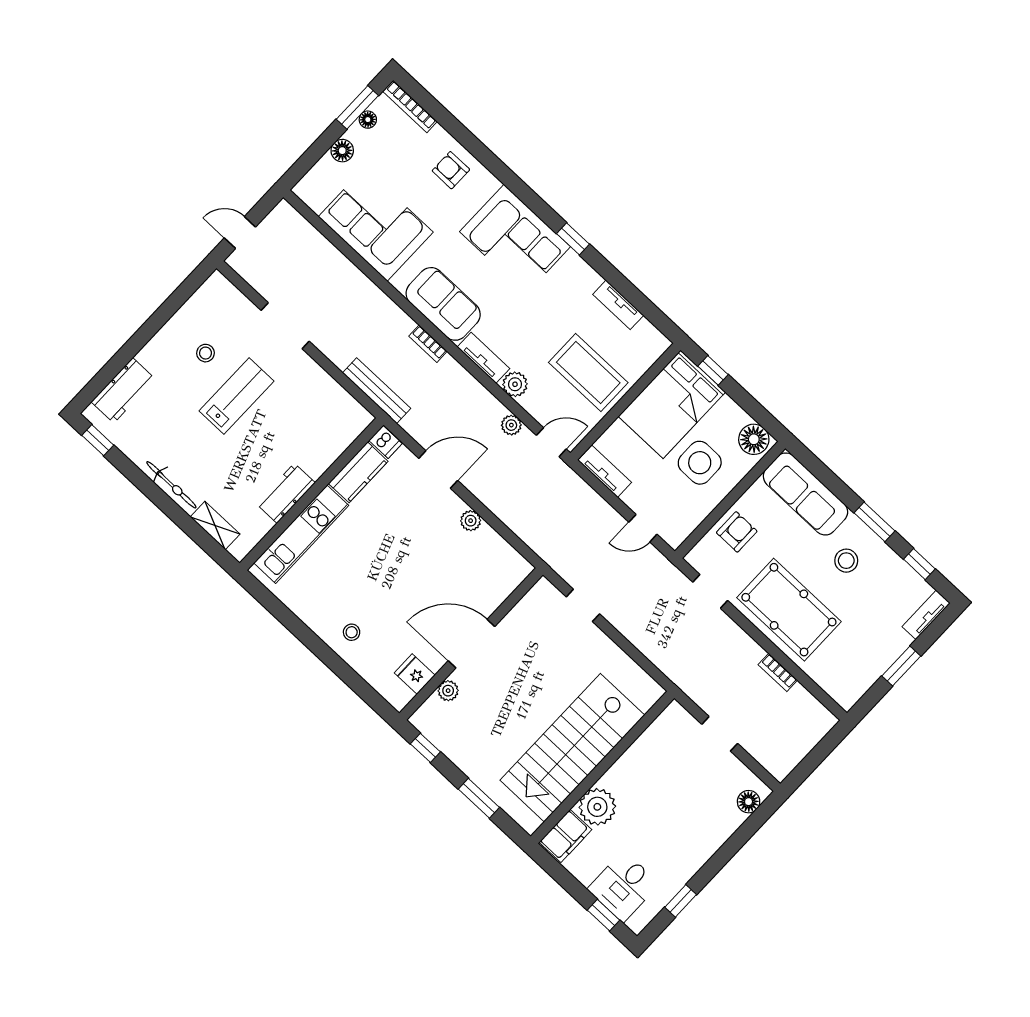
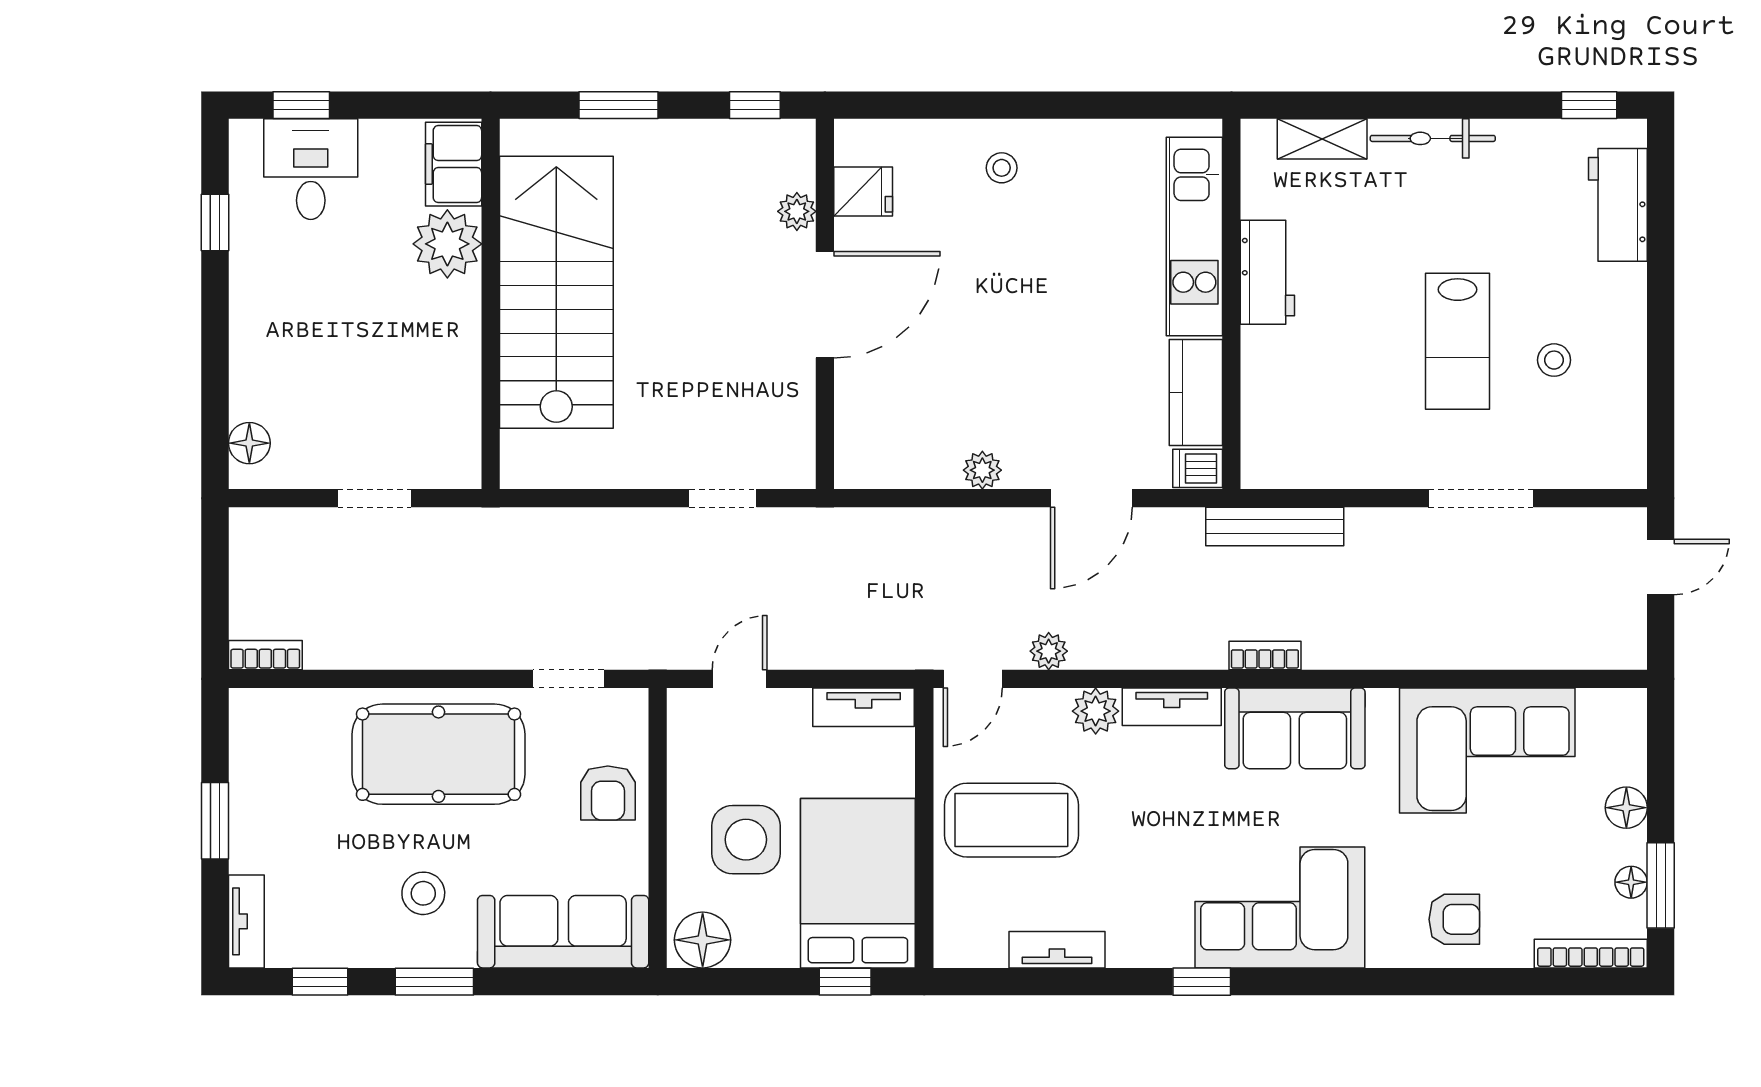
bookcase: (778, 672) -> (265, 655), moved

